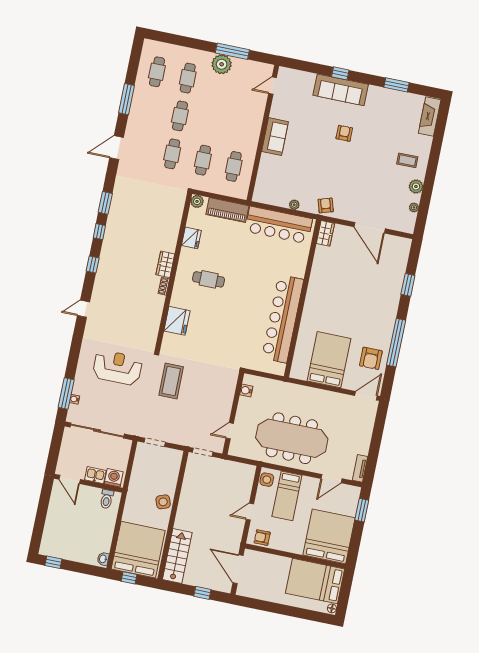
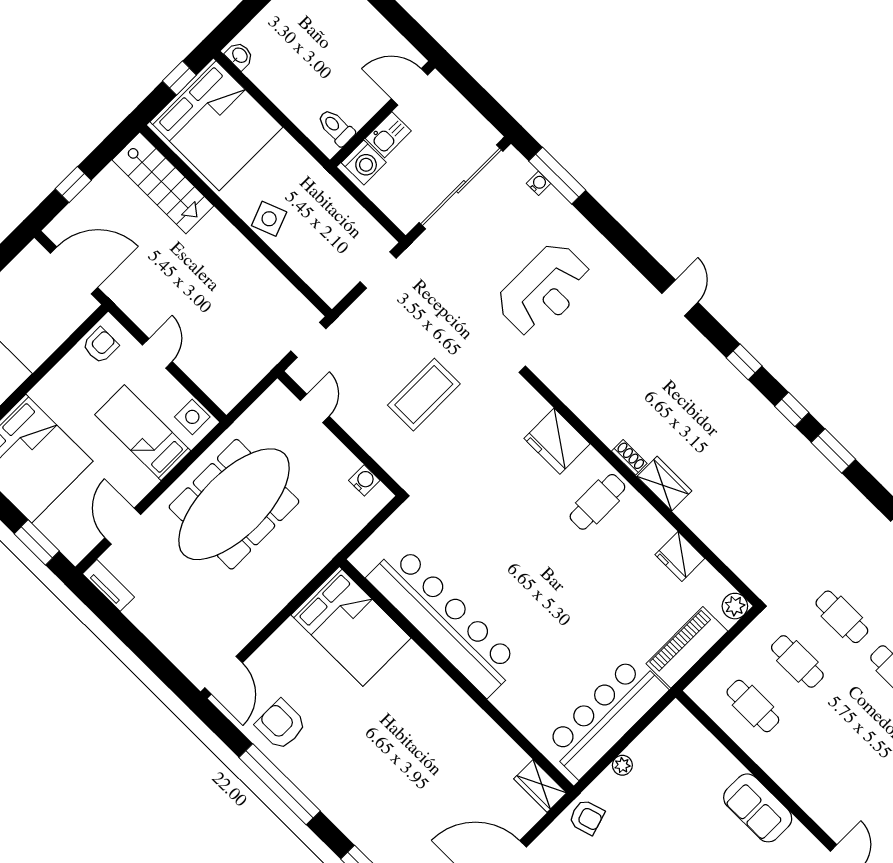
cafe table: (209, 279) -> (597, 502), moved
bed: (329, 360) -> (351, 626), moved
coffee table: (171, 381) -> (424, 395), moved, turned 90

